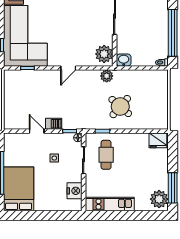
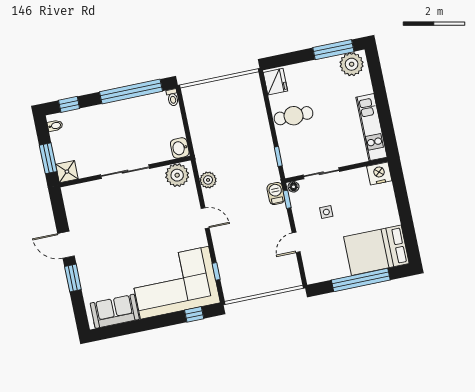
plant: (107, 76) -> (208, 180), moved
round table: (120, 107) -> (241, 140), removed
barbecue: (54, 124) -> (276, 194), moved
cafe table: (106, 155) -> (294, 116), moved
nightstand: (75, 191) -> (379, 174), moved

